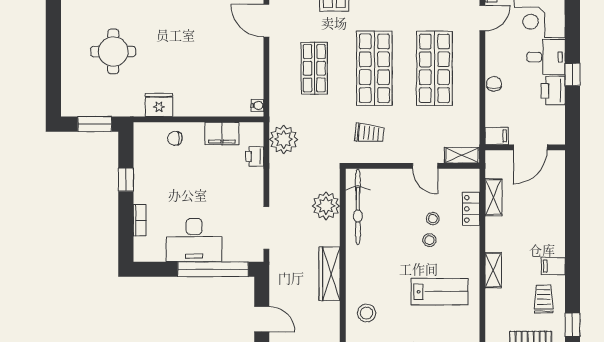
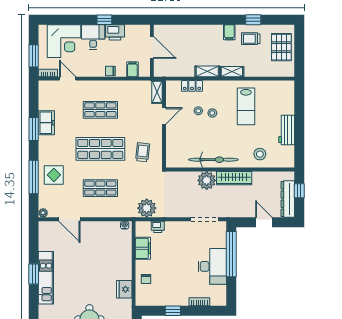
door: (266, 21) -> (69, 219), hinge flipped
shop shelf: (434, 68) -> (100, 110), width x0.70, depth x0.74
filing cabinet: (497, 136) -> (132, 69), moved
shelving: (493, 197) -> (207, 71), moved
plant: (326, 206) -> (207, 180), moved
bicycle: (358, 207) -> (213, 160), moved
lab bench: (440, 292) -> (246, 106), turned 180
door: (262, 319) -> (264, 222), hinge flipped
window: (573, 325) -> (253, 20), moved

